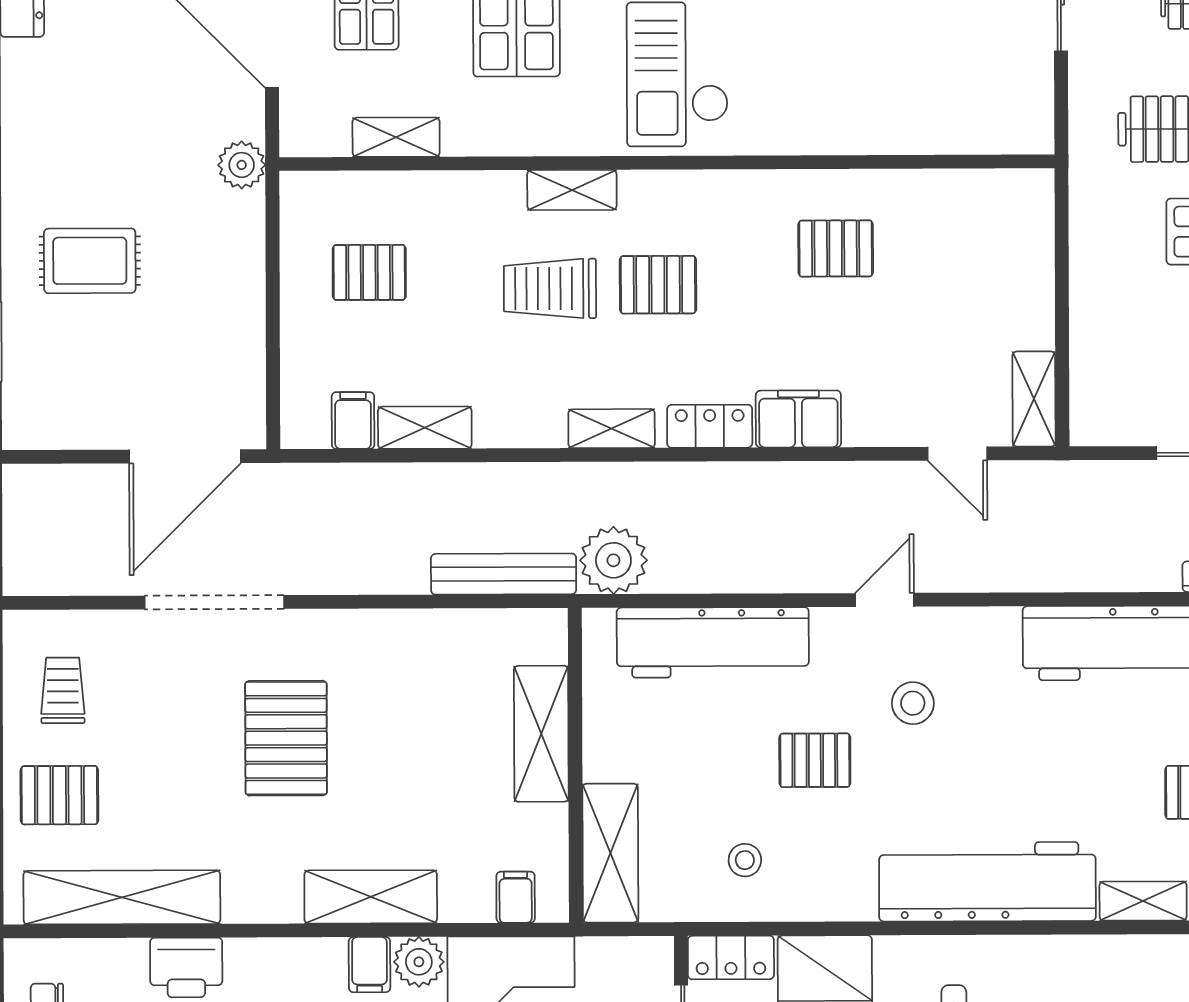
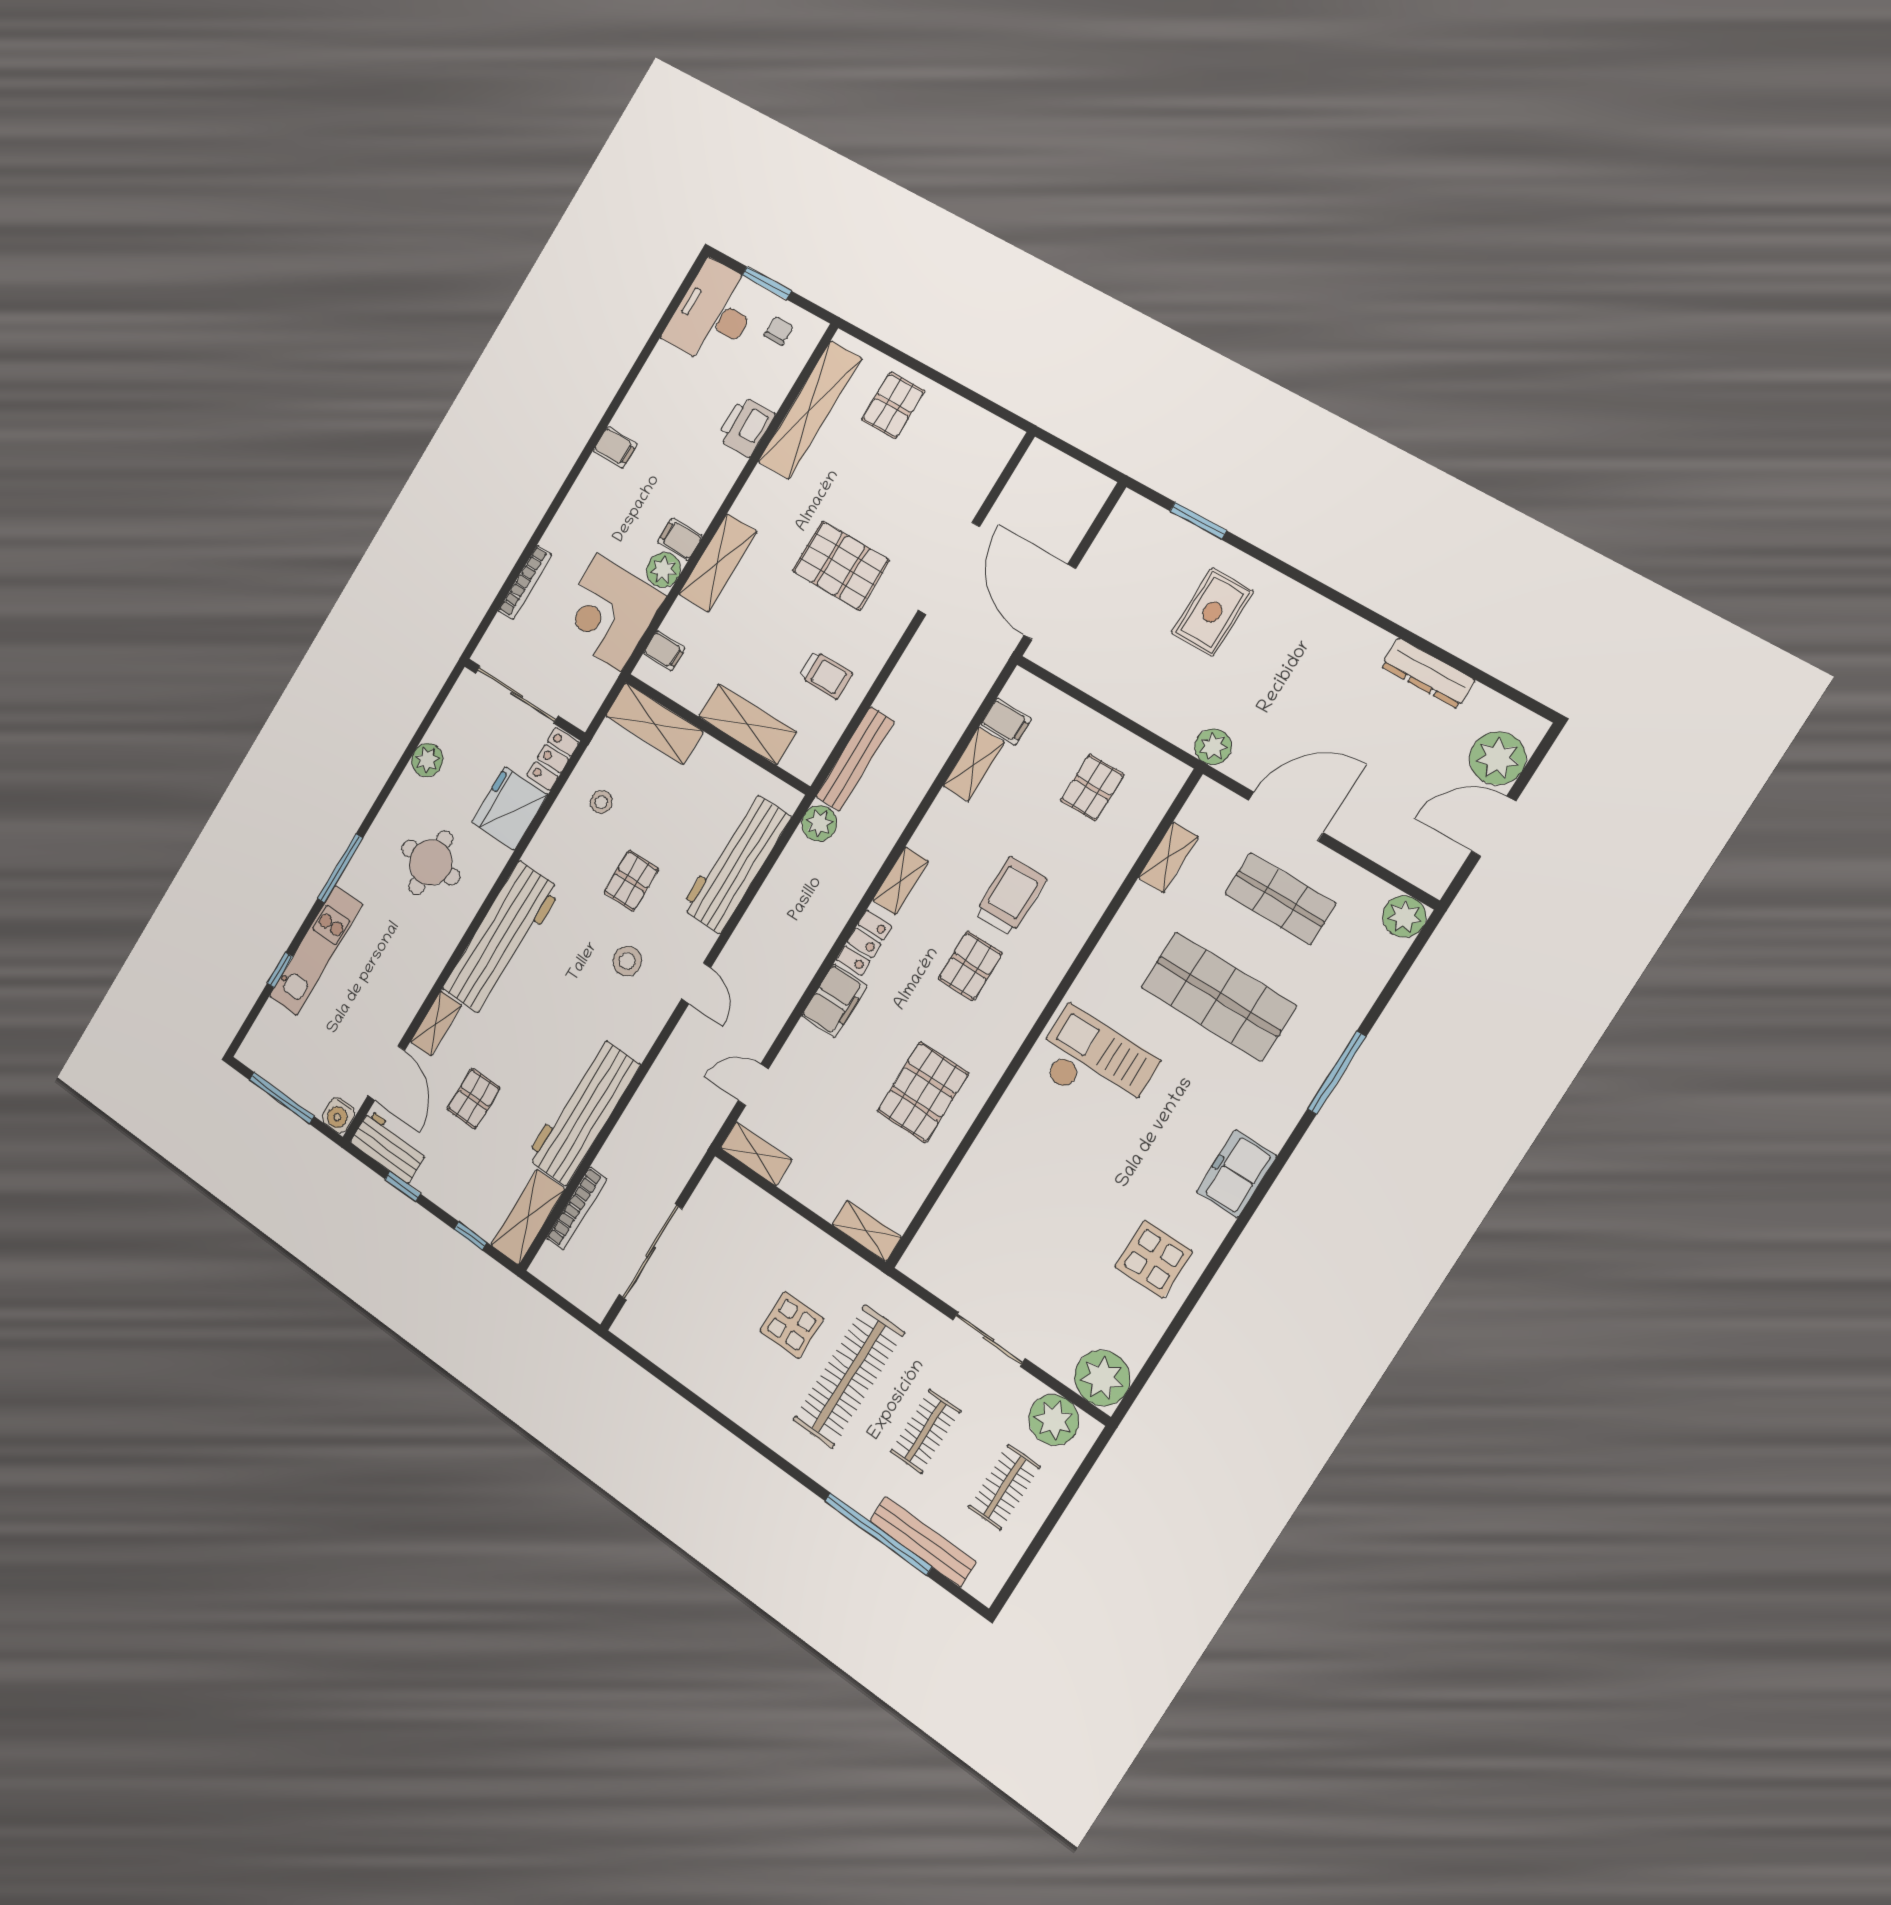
shelving: (572, 190) -> (867, 1231), moved, turned 90
pallet: (836, 248) -> (923, 1092), width x1.50, depth x1.42
plant: (613, 560) -> (819, 823), width x0.73, depth x0.73
trolley: (63, 690) -> (826, 675), moved

